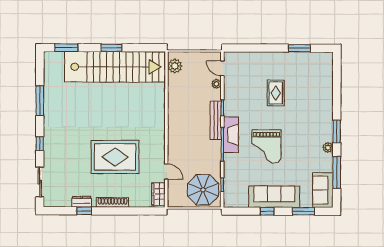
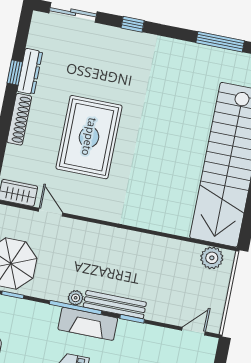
plant: (216, 84) -> (76, 298), moved
window: (40, 101) -> (220, 42), moved
door: (166, 171) -> (51, 212), swing flipped
dresser: (82, 202) -> (30, 71), width x1.44

